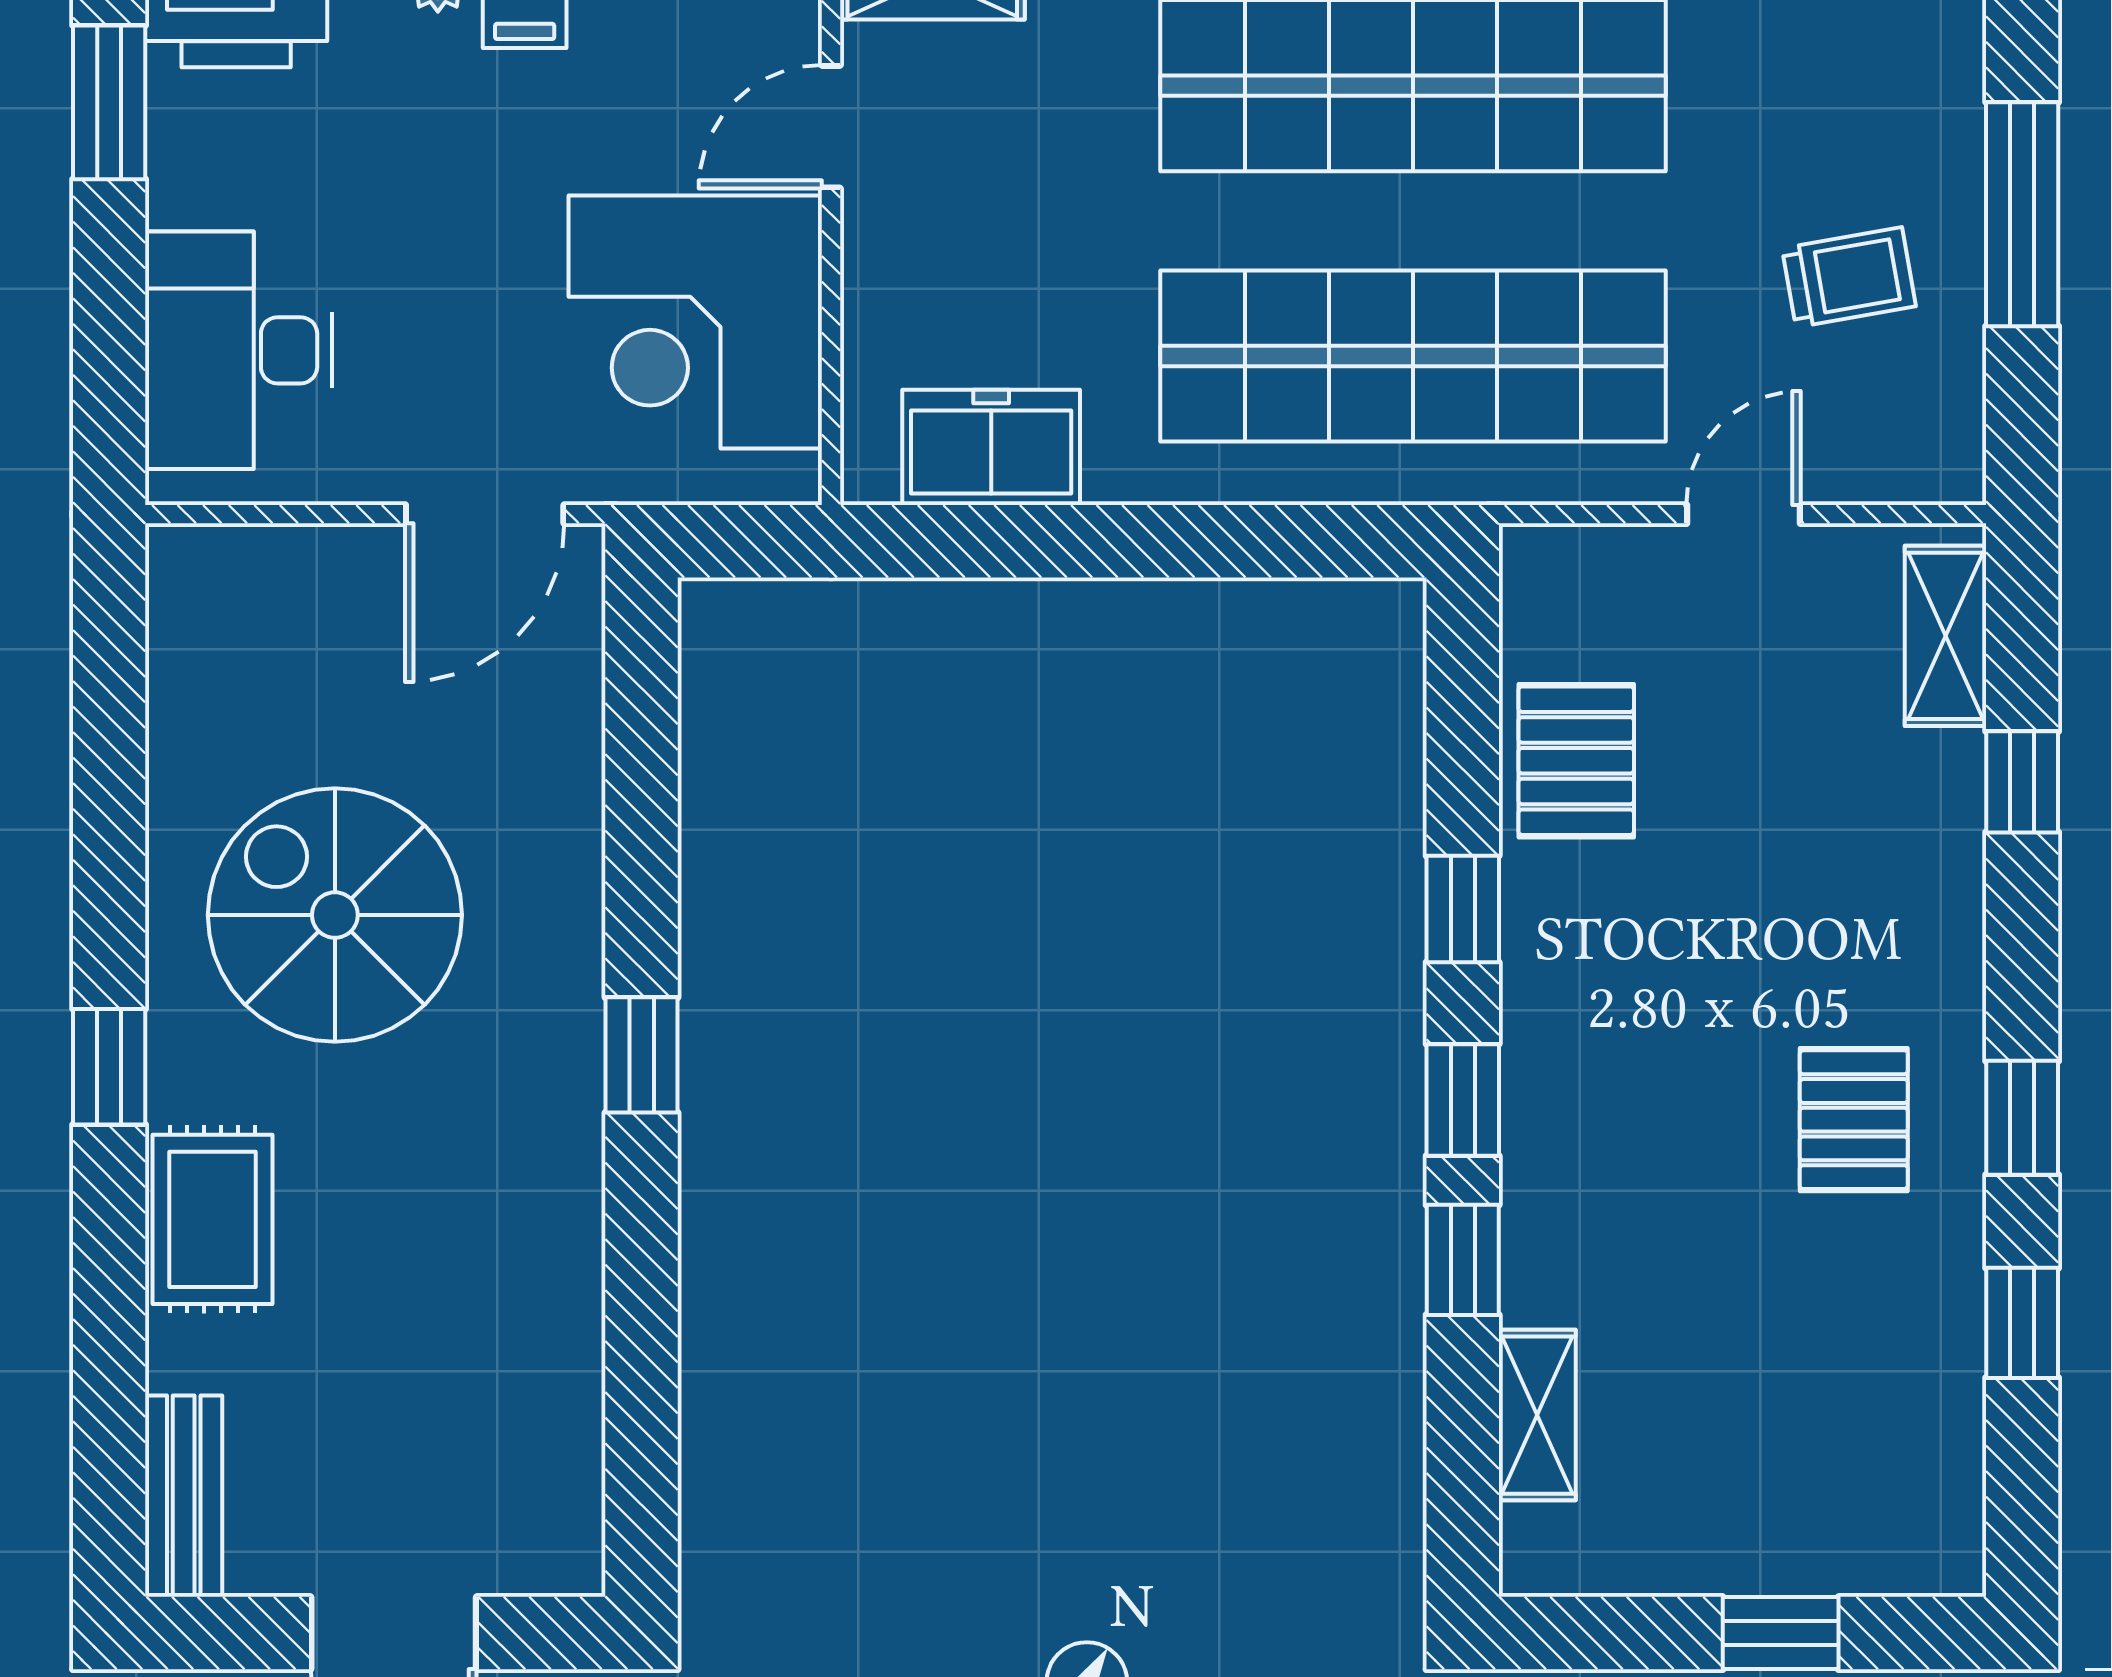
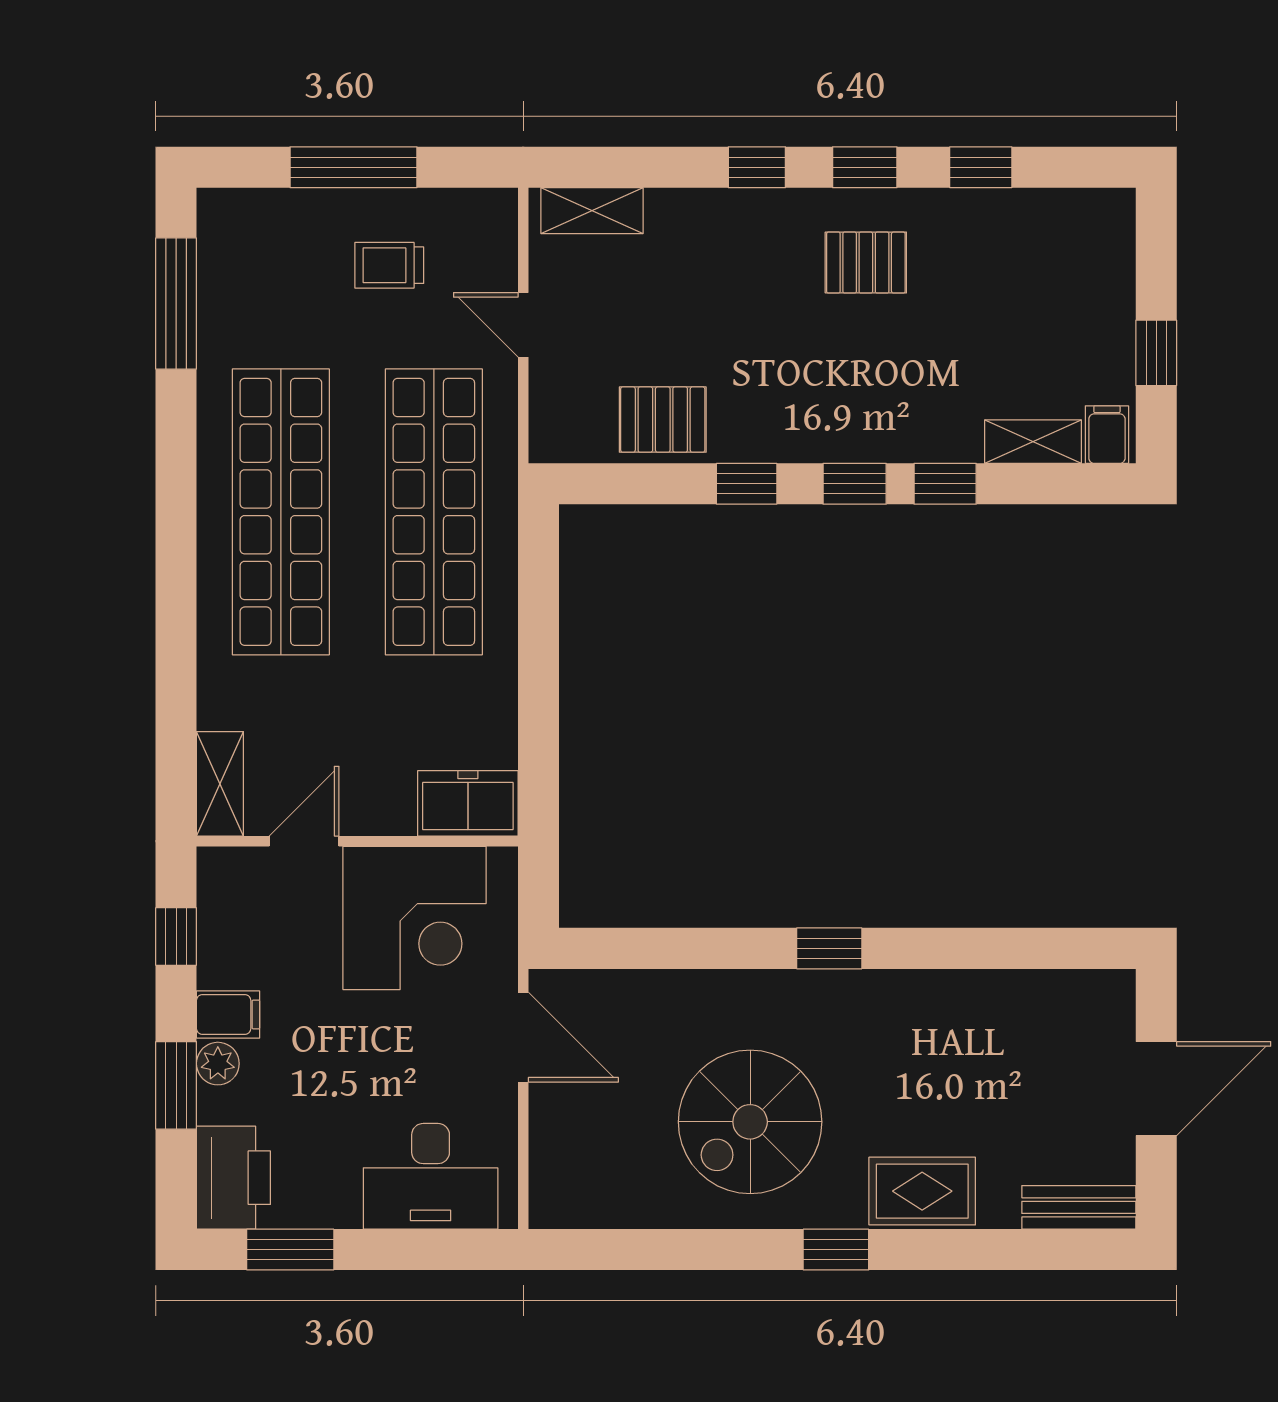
door: (831, 127) -> (304, 841), swing flipped
trolley: (1849, 277) -> (389, 265), turned -80
freezer: (991, 447) -> (468, 803), moved, turned 90
window: (2022, 782) -> (757, 167), moved
filing cabinet: (1550, 1546) -> (1107, 435), added
window: (1781, 1633) -> (1156, 353), moved

